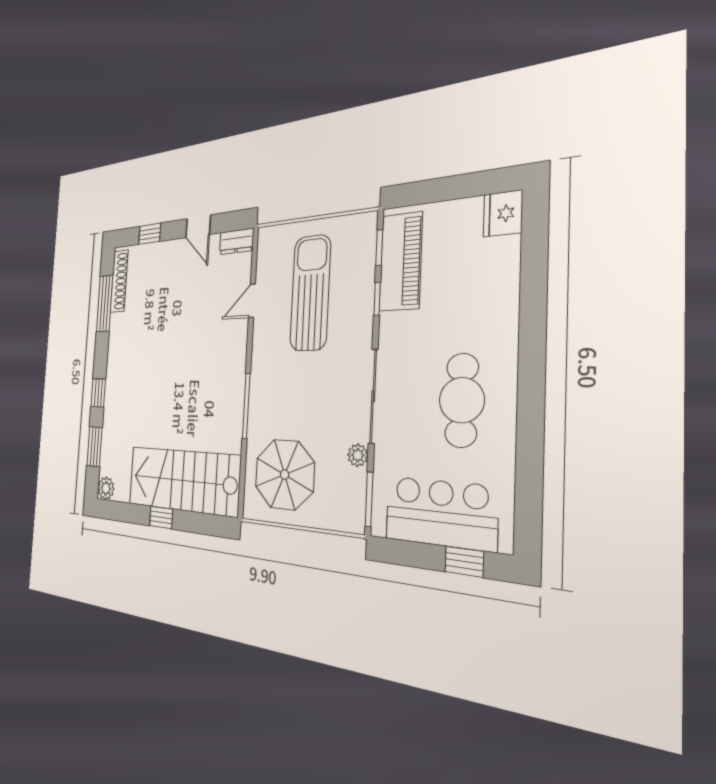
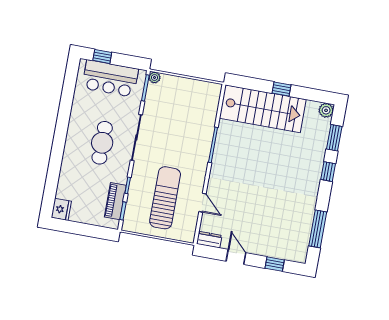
piano: (401, 262) -> (115, 201), width x0.73, depth x0.75
shoe rack: (119, 281) -> (304, 240), removed
sun lounger: (310, 293) -> (165, 198), turned 180
door: (252, 301) -> (203, 203), hinge flipped
cafe table: (462, 400) -> (102, 143), moved
plant: (358, 455) -> (155, 77), moved
parasol: (285, 475) -> (193, 105), removed

